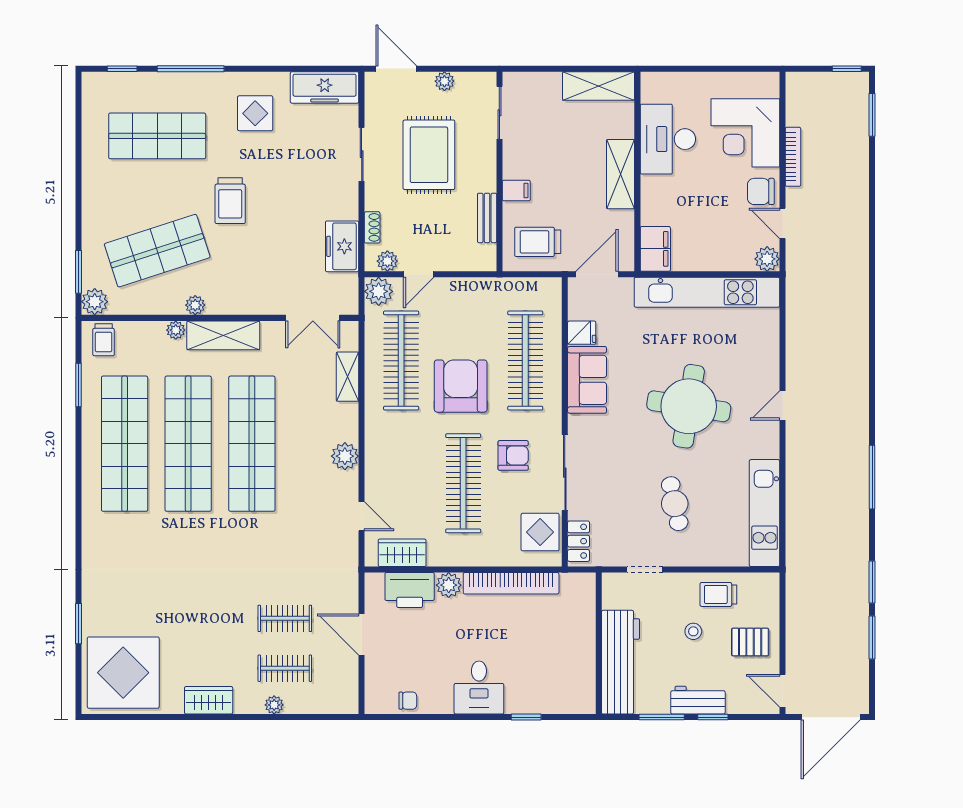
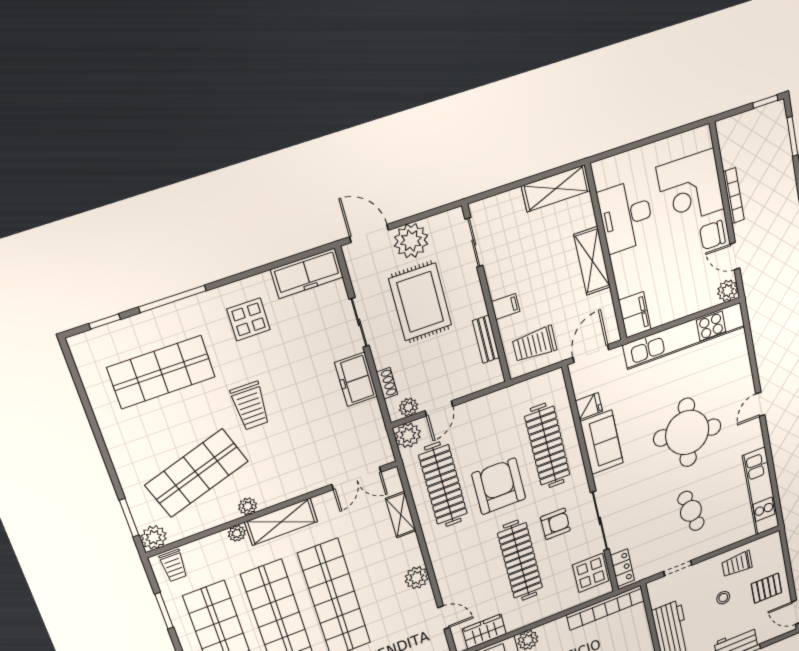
plant: (444, 81) -> (411, 241), width x1.88, depth x1.88
freezer: (342, 246) -> (356, 379), moved
bookcase: (511, 583) -> (606, 608), moved

